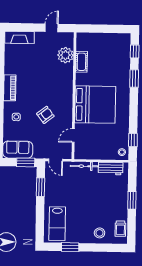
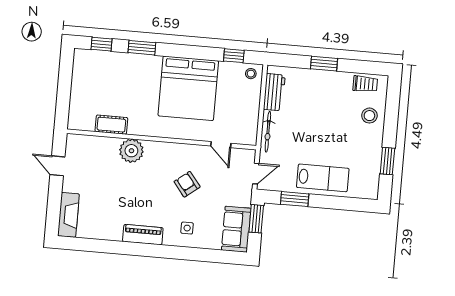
plant: (65, 55) -> (131, 151), moved
bed: (95, 105) -> (188, 88), moved, turned 180
lab bench: (57, 224) -> (323, 178), moved

